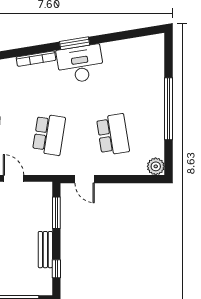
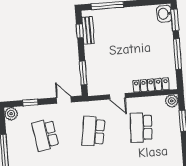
window: (129, 179) -> (30, 103), added
bench: (45, 250) -> (88, 30), moved

